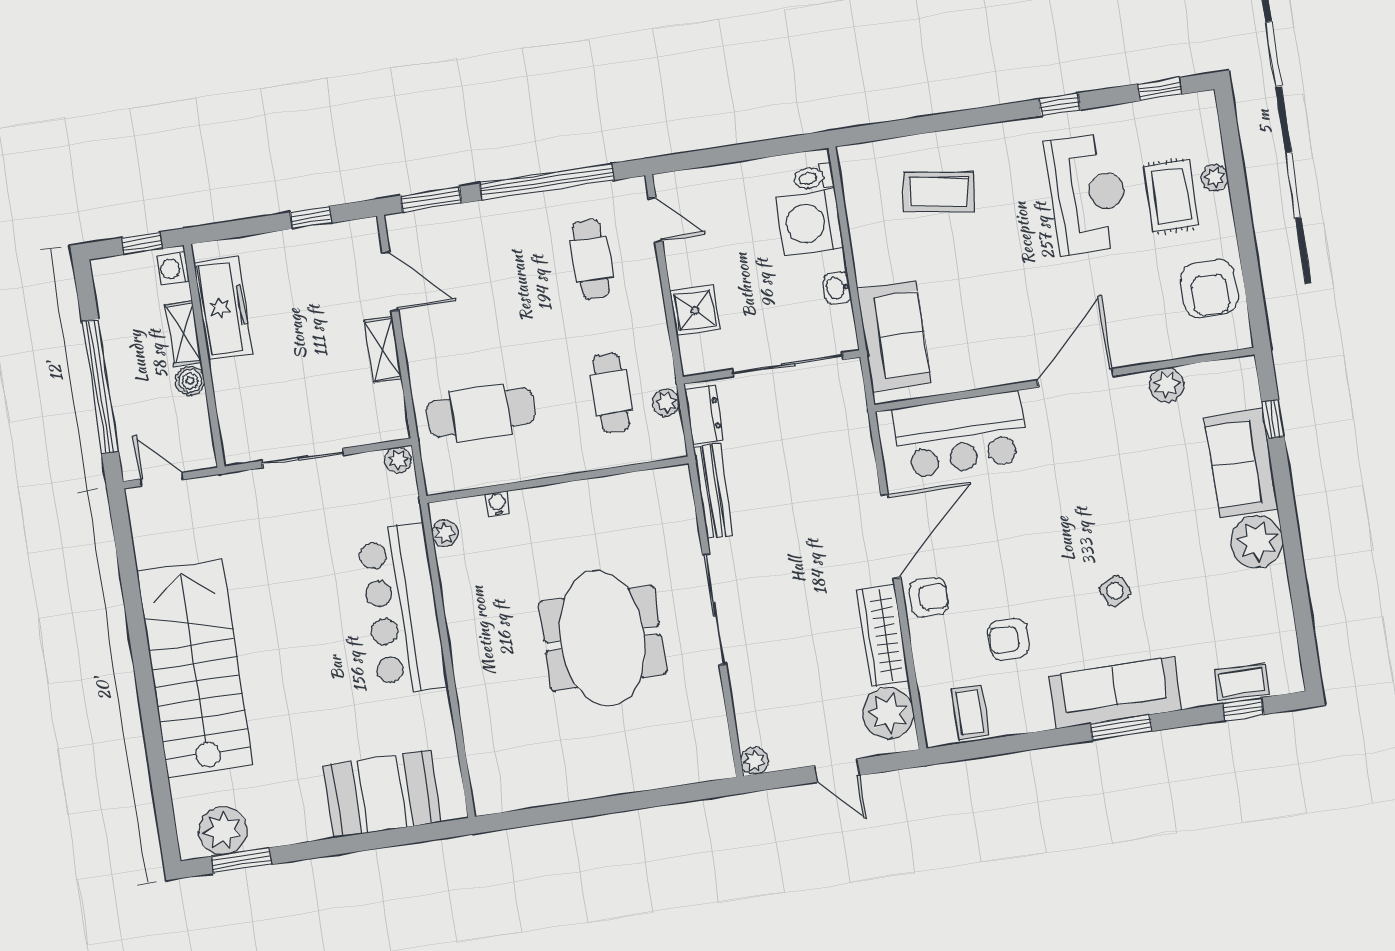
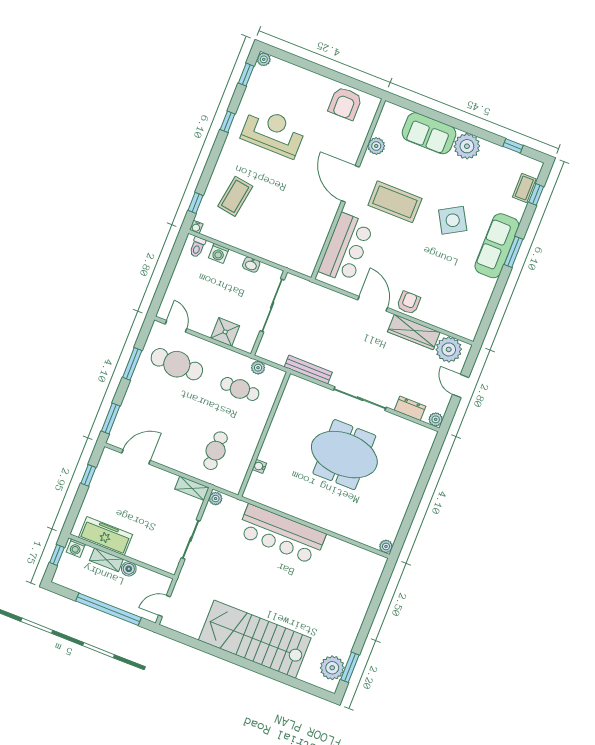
window: (888, 130) -> (196, 203), added
water cooler: (847, 155) -> (196, 227), added
plant: (1215, 178) -> (264, 59), moved
window: (547, 182) -> (132, 364), width x0.47
rug: (1171, 196) -> (295, 97), removed
door: (655, 220) -> (176, 326), hinge flipped
washing machine: (810, 223) -> (219, 253), width x0.53, depth x0.53
cafe table: (591, 259) -> (177, 364), width x1.37, depth x1.35
armchair: (1209, 289) -> (345, 103), turned 90
sofa: (894, 336) -> (286, 252), removed
shelving: (383, 350) -> (192, 488), moved
cafe table: (481, 412) -> (216, 451), width x0.73, depth x0.74
dresser: (704, 415) -> (410, 408), moved
window: (1273, 419) -> (513, 146), moved
plant: (445, 533) -> (386, 546), moved
door: (891, 536) -> (373, 304), width x0.73
side table: (1115, 591) -> (453, 220), width x1.87, depth x1.87
armchair: (1008, 639) -> (447, 279), removed
coffee table: (970, 712) -> (395, 202), moved, width x1.86, depth x1.72
door: (837, 770) -> (461, 386), swing flipped
booth: (382, 794) -> (356, 589), removed

